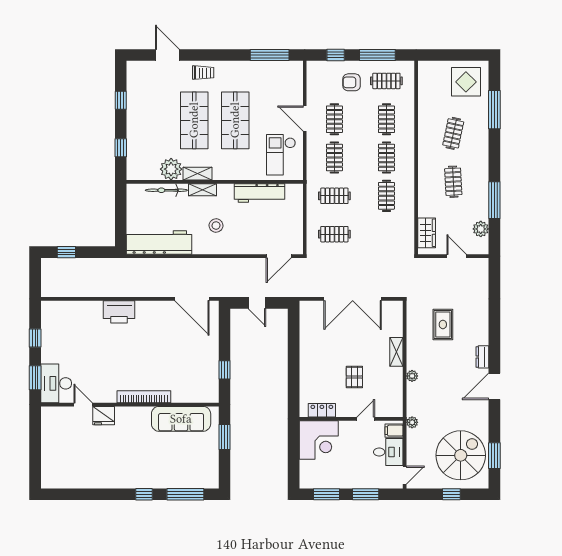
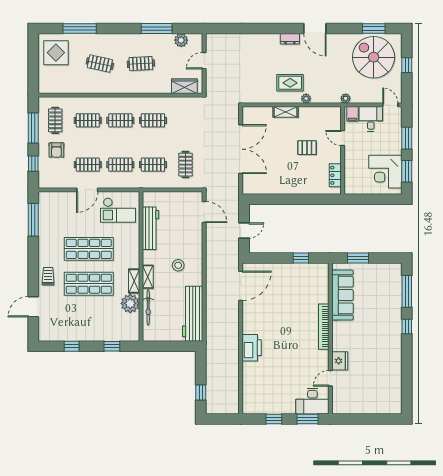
clothes rail: (334, 196) -> (153, 165), turned 90
rug: (443, 324) -> (290, 83), moved
corner desk: (319, 440) -> (385, 172), moved, turned 180

